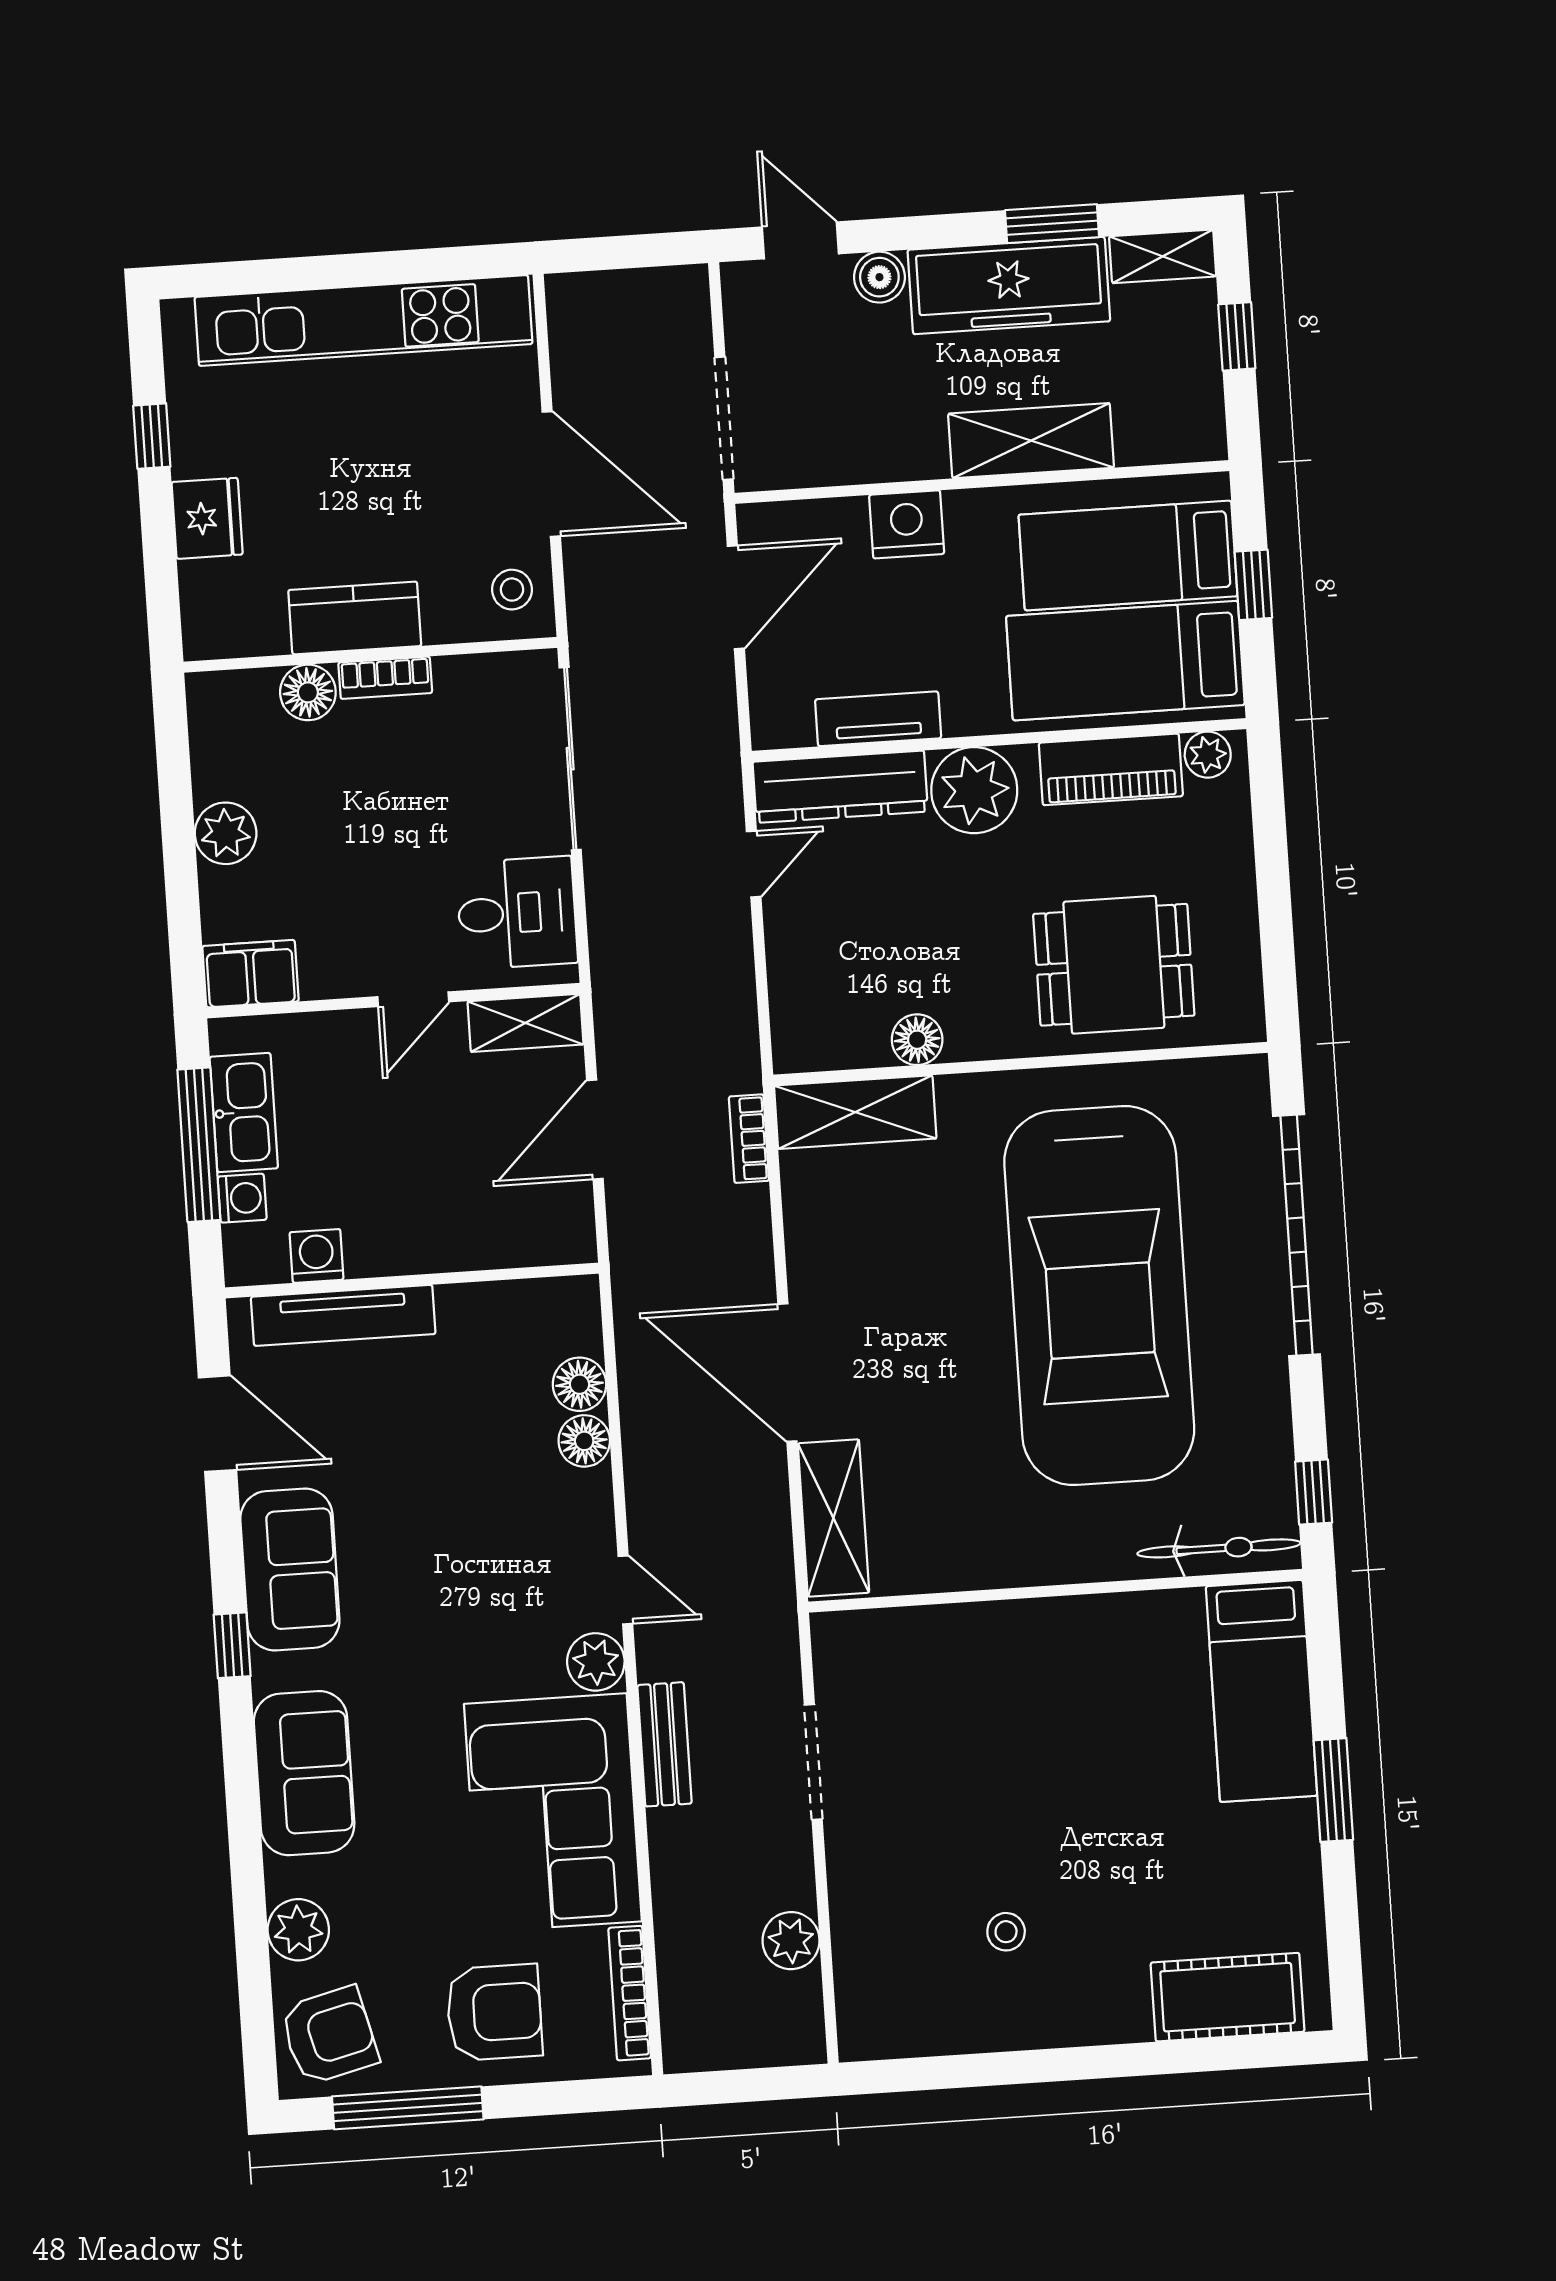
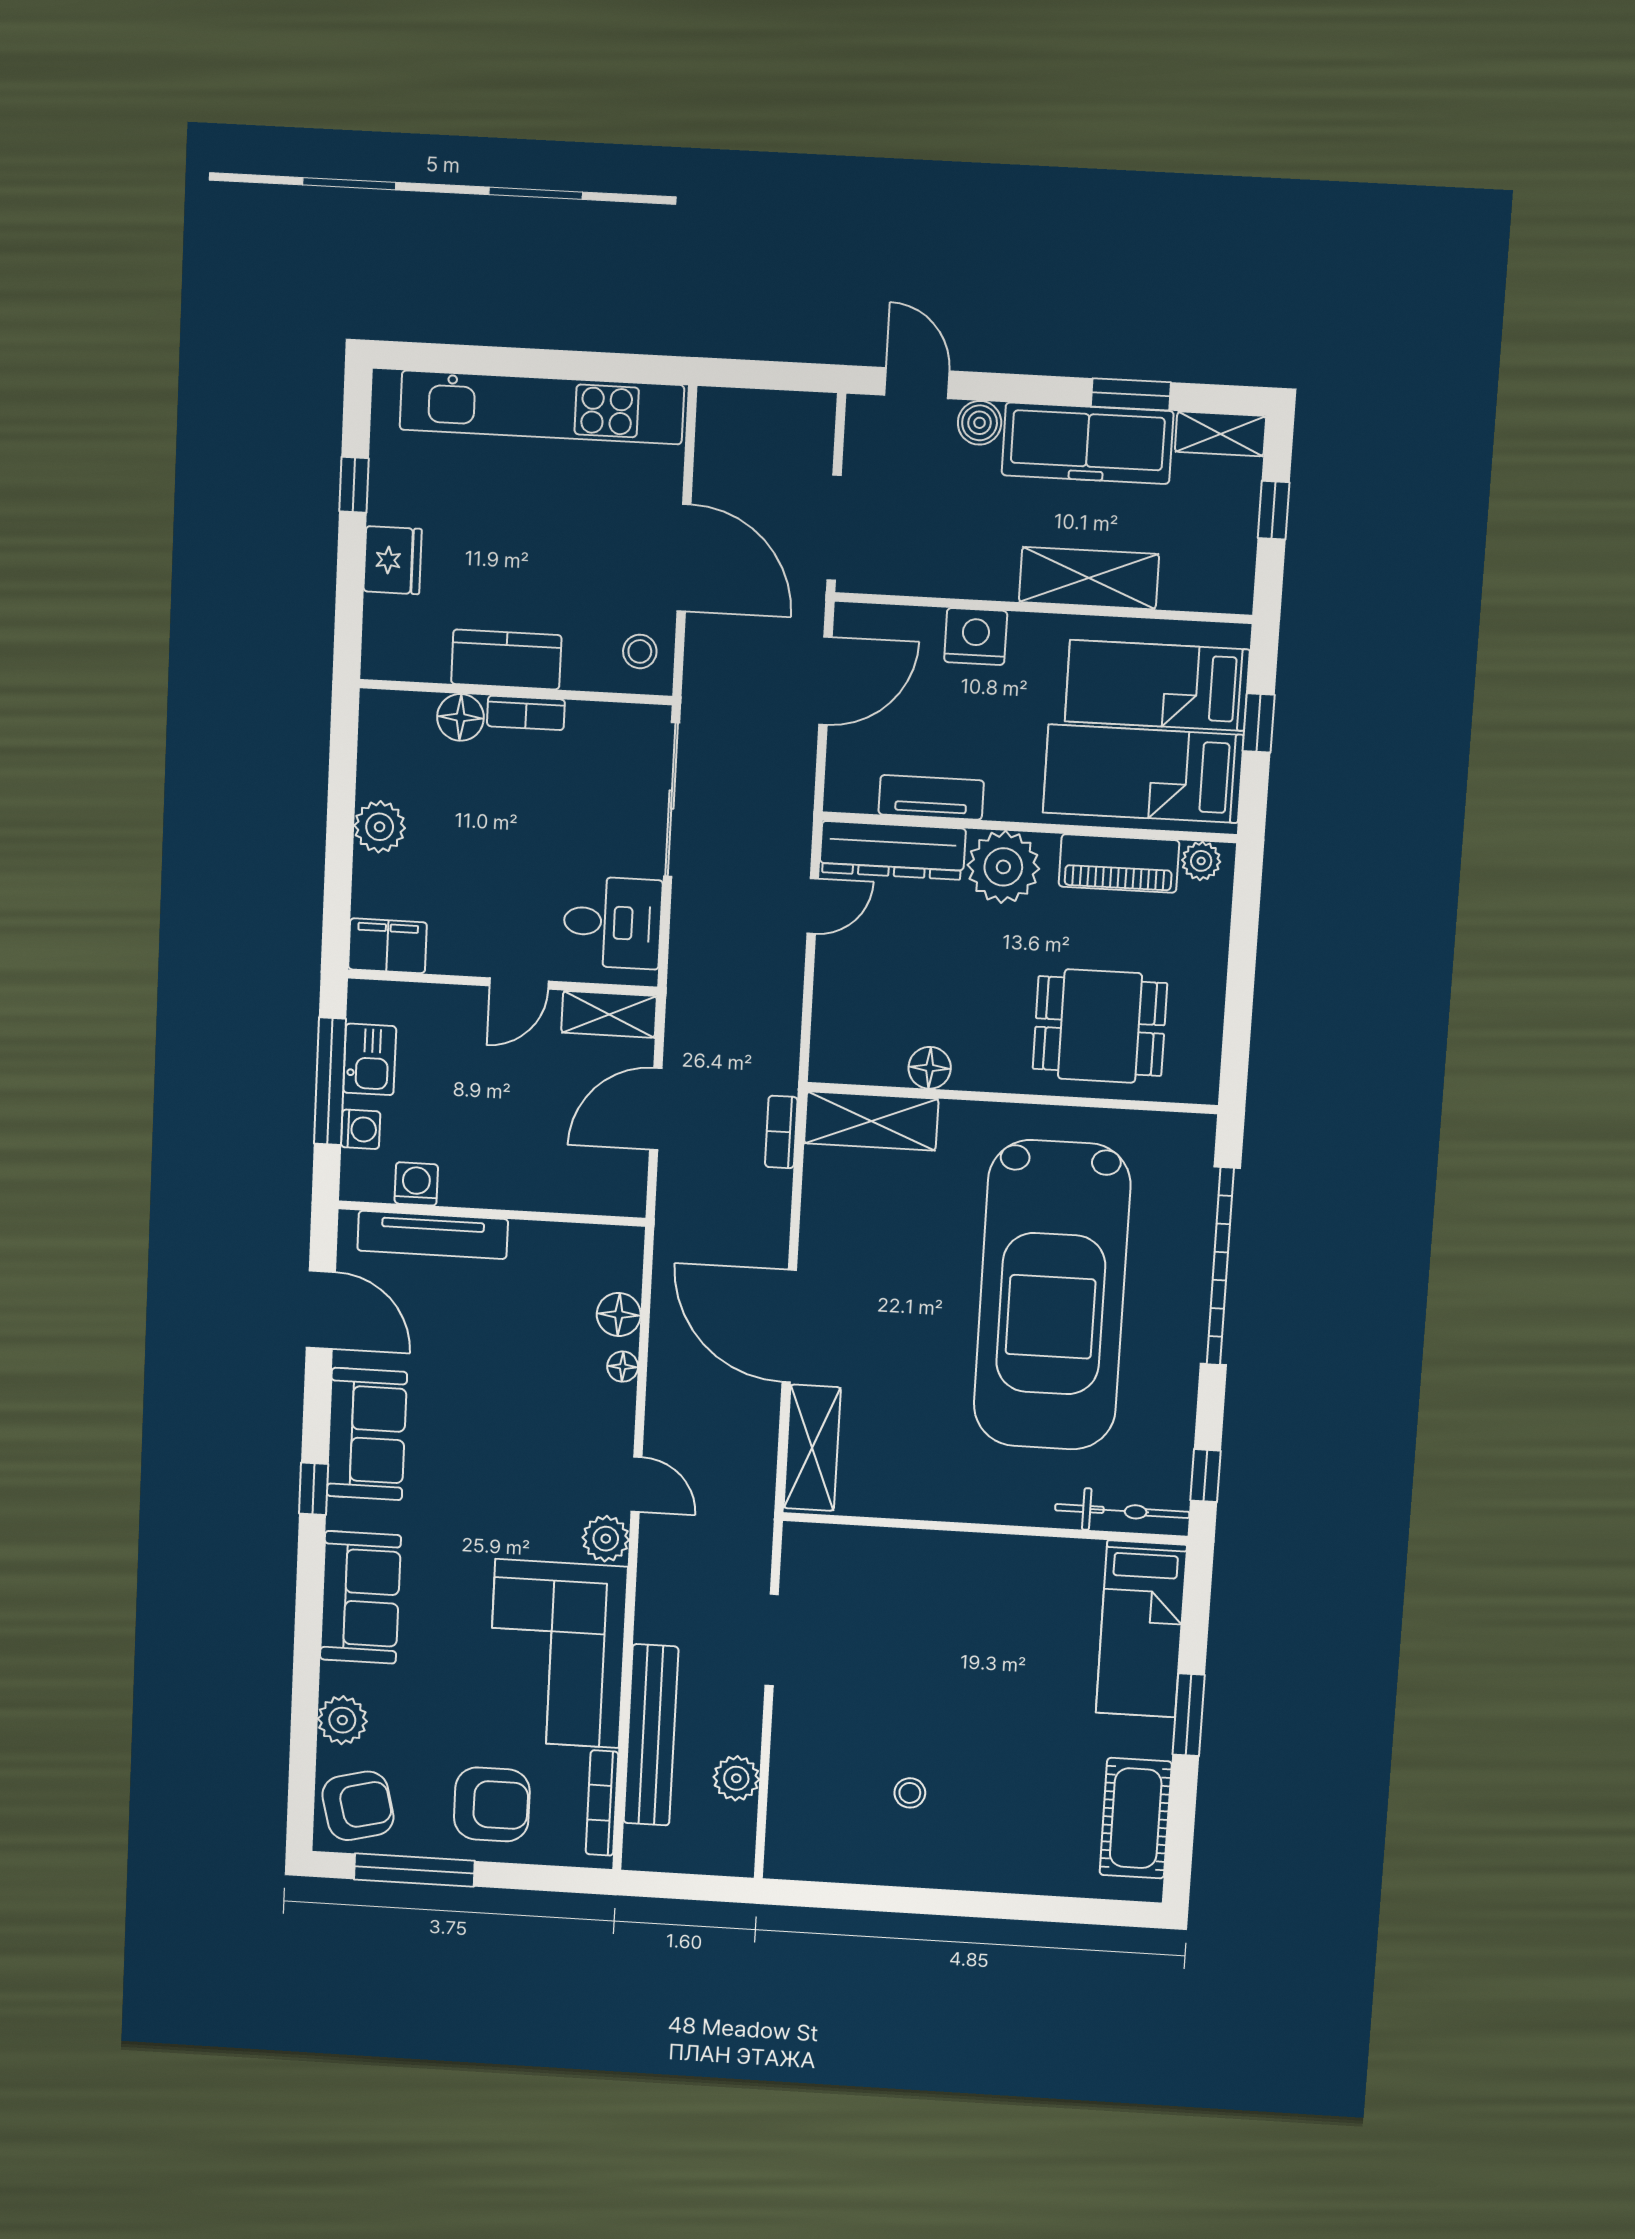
kitchen sink: (244, 1112) -> (370, 1059), width x0.73
floor lamp: (584, 1441) -> (623, 1367), width x0.73, depth x0.73
bench: (664, 1744) -> (651, 1735), moved, width x1.86, depth x1.21
cot: (1228, 1997) -> (1136, 1818), moved, turned 90

